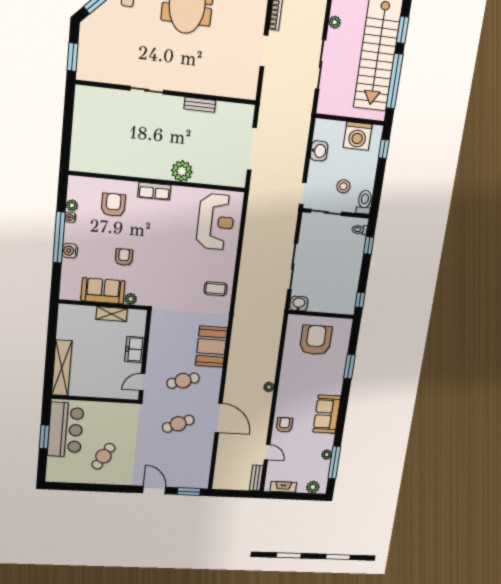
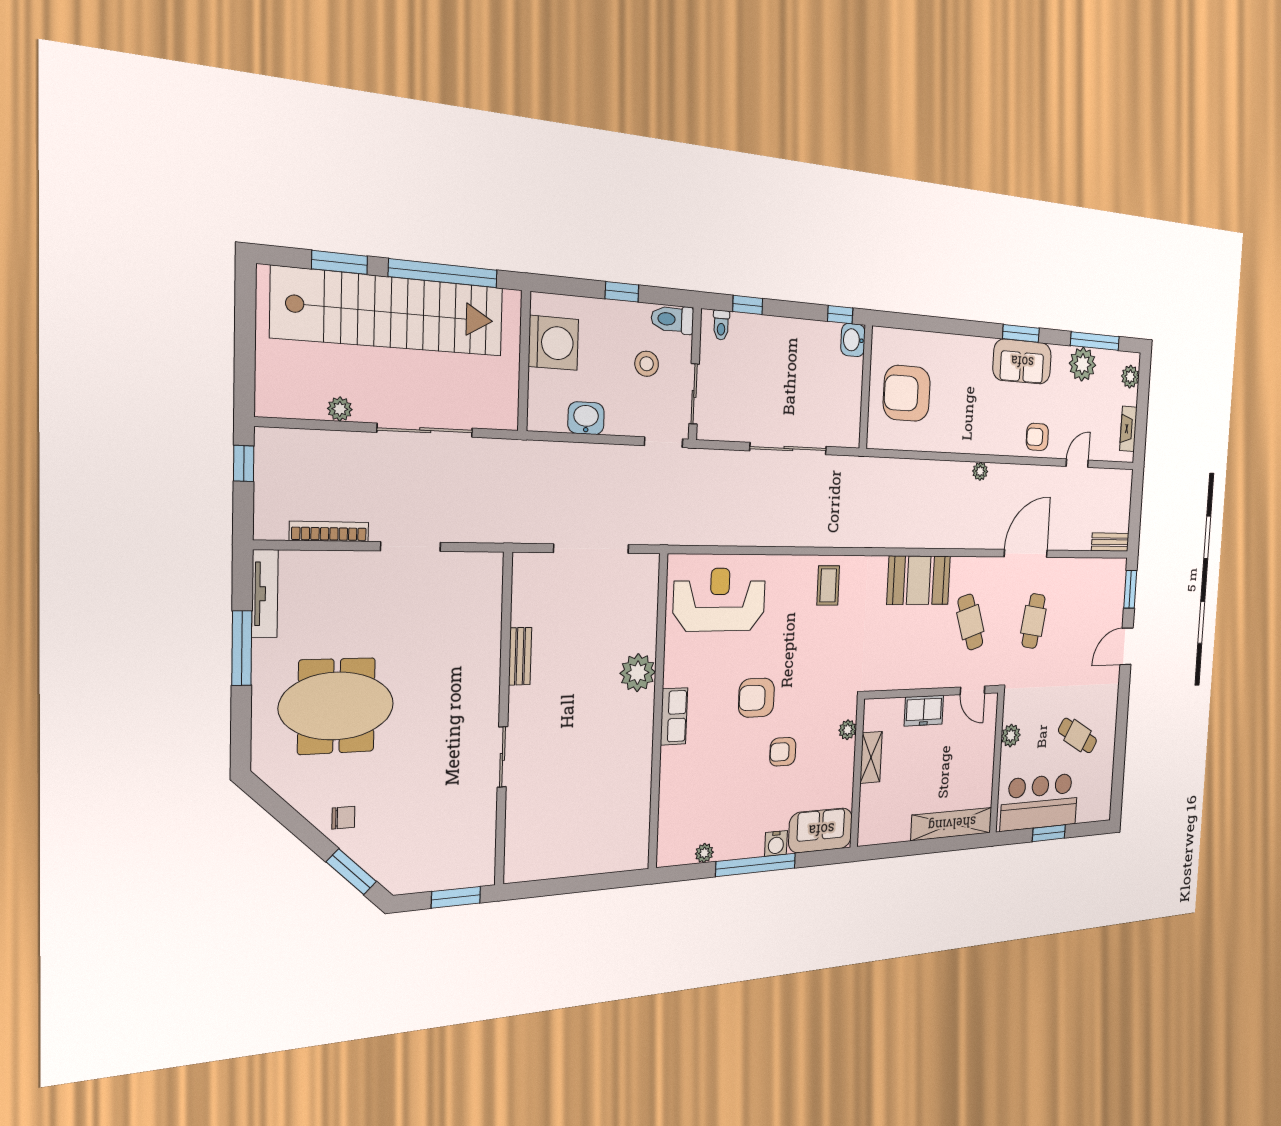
window: (384, 149) -> (622, 292), moved
armchair: (113, 205) -> (756, 698), moved
water cooler: (70, 217) -> (723, 852), removed
sofa: (103, 291) -> (821, 830), moved, turned 90
washbasin: (299, 304) -> (853, 340), moved
window: (349, 367) -> (1021, 333), moved
plant: (111, 409) -> (1011, 735), added
cafe table: (178, 424) -> (1034, 621), turned 33
plant: (327, 455) -> (1083, 364), width x1.87, depth x1.87
bench: (256, 478) -> (1110, 542), moved

